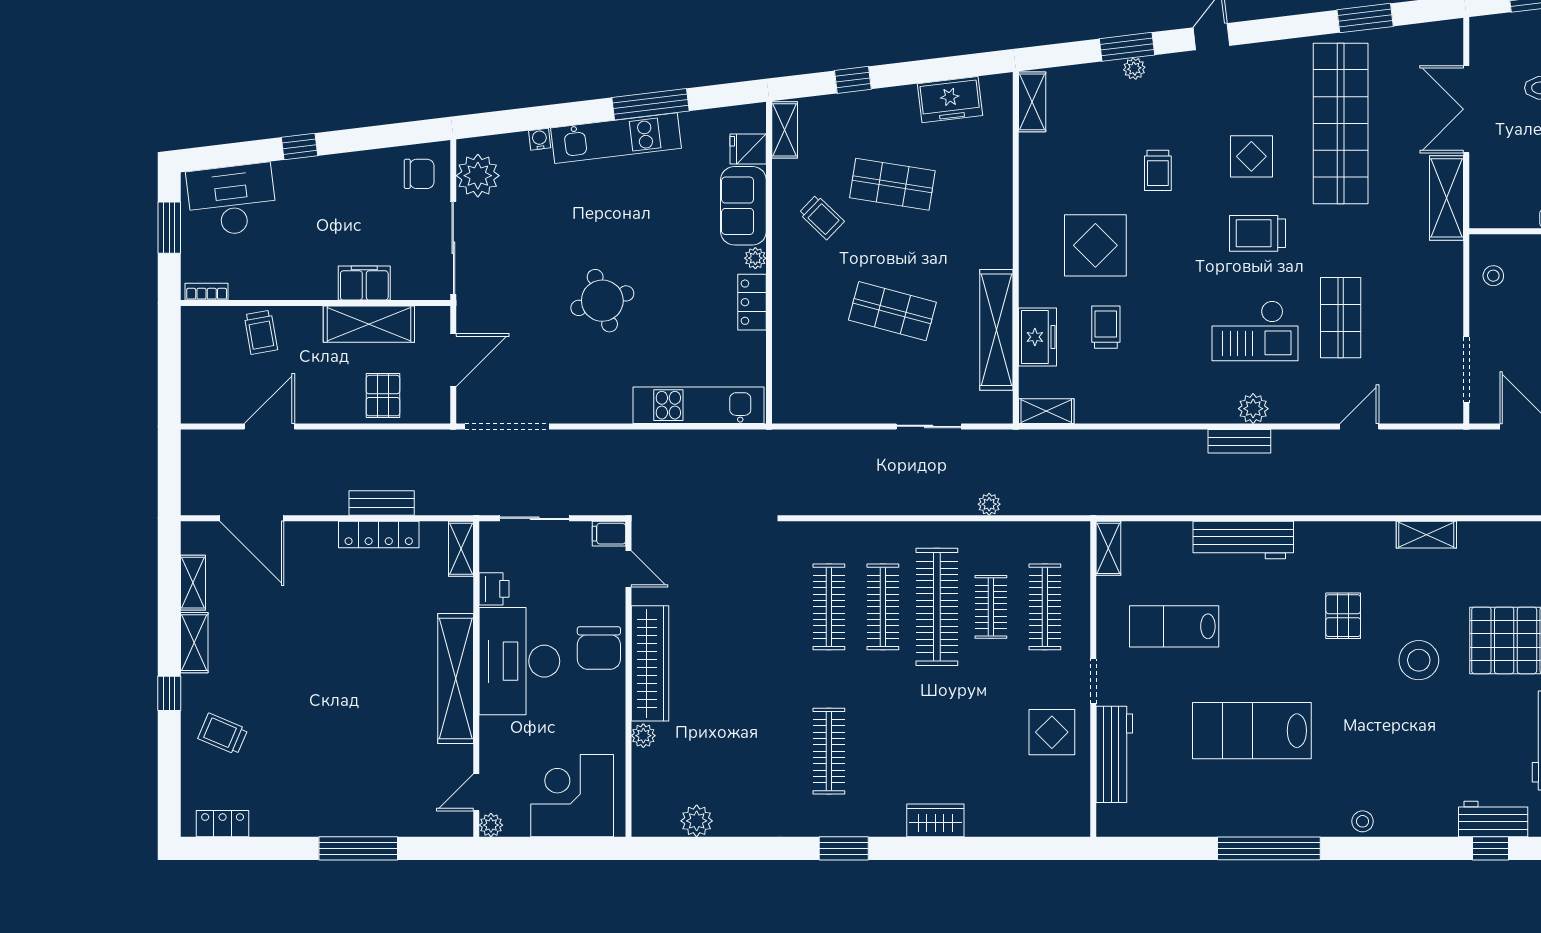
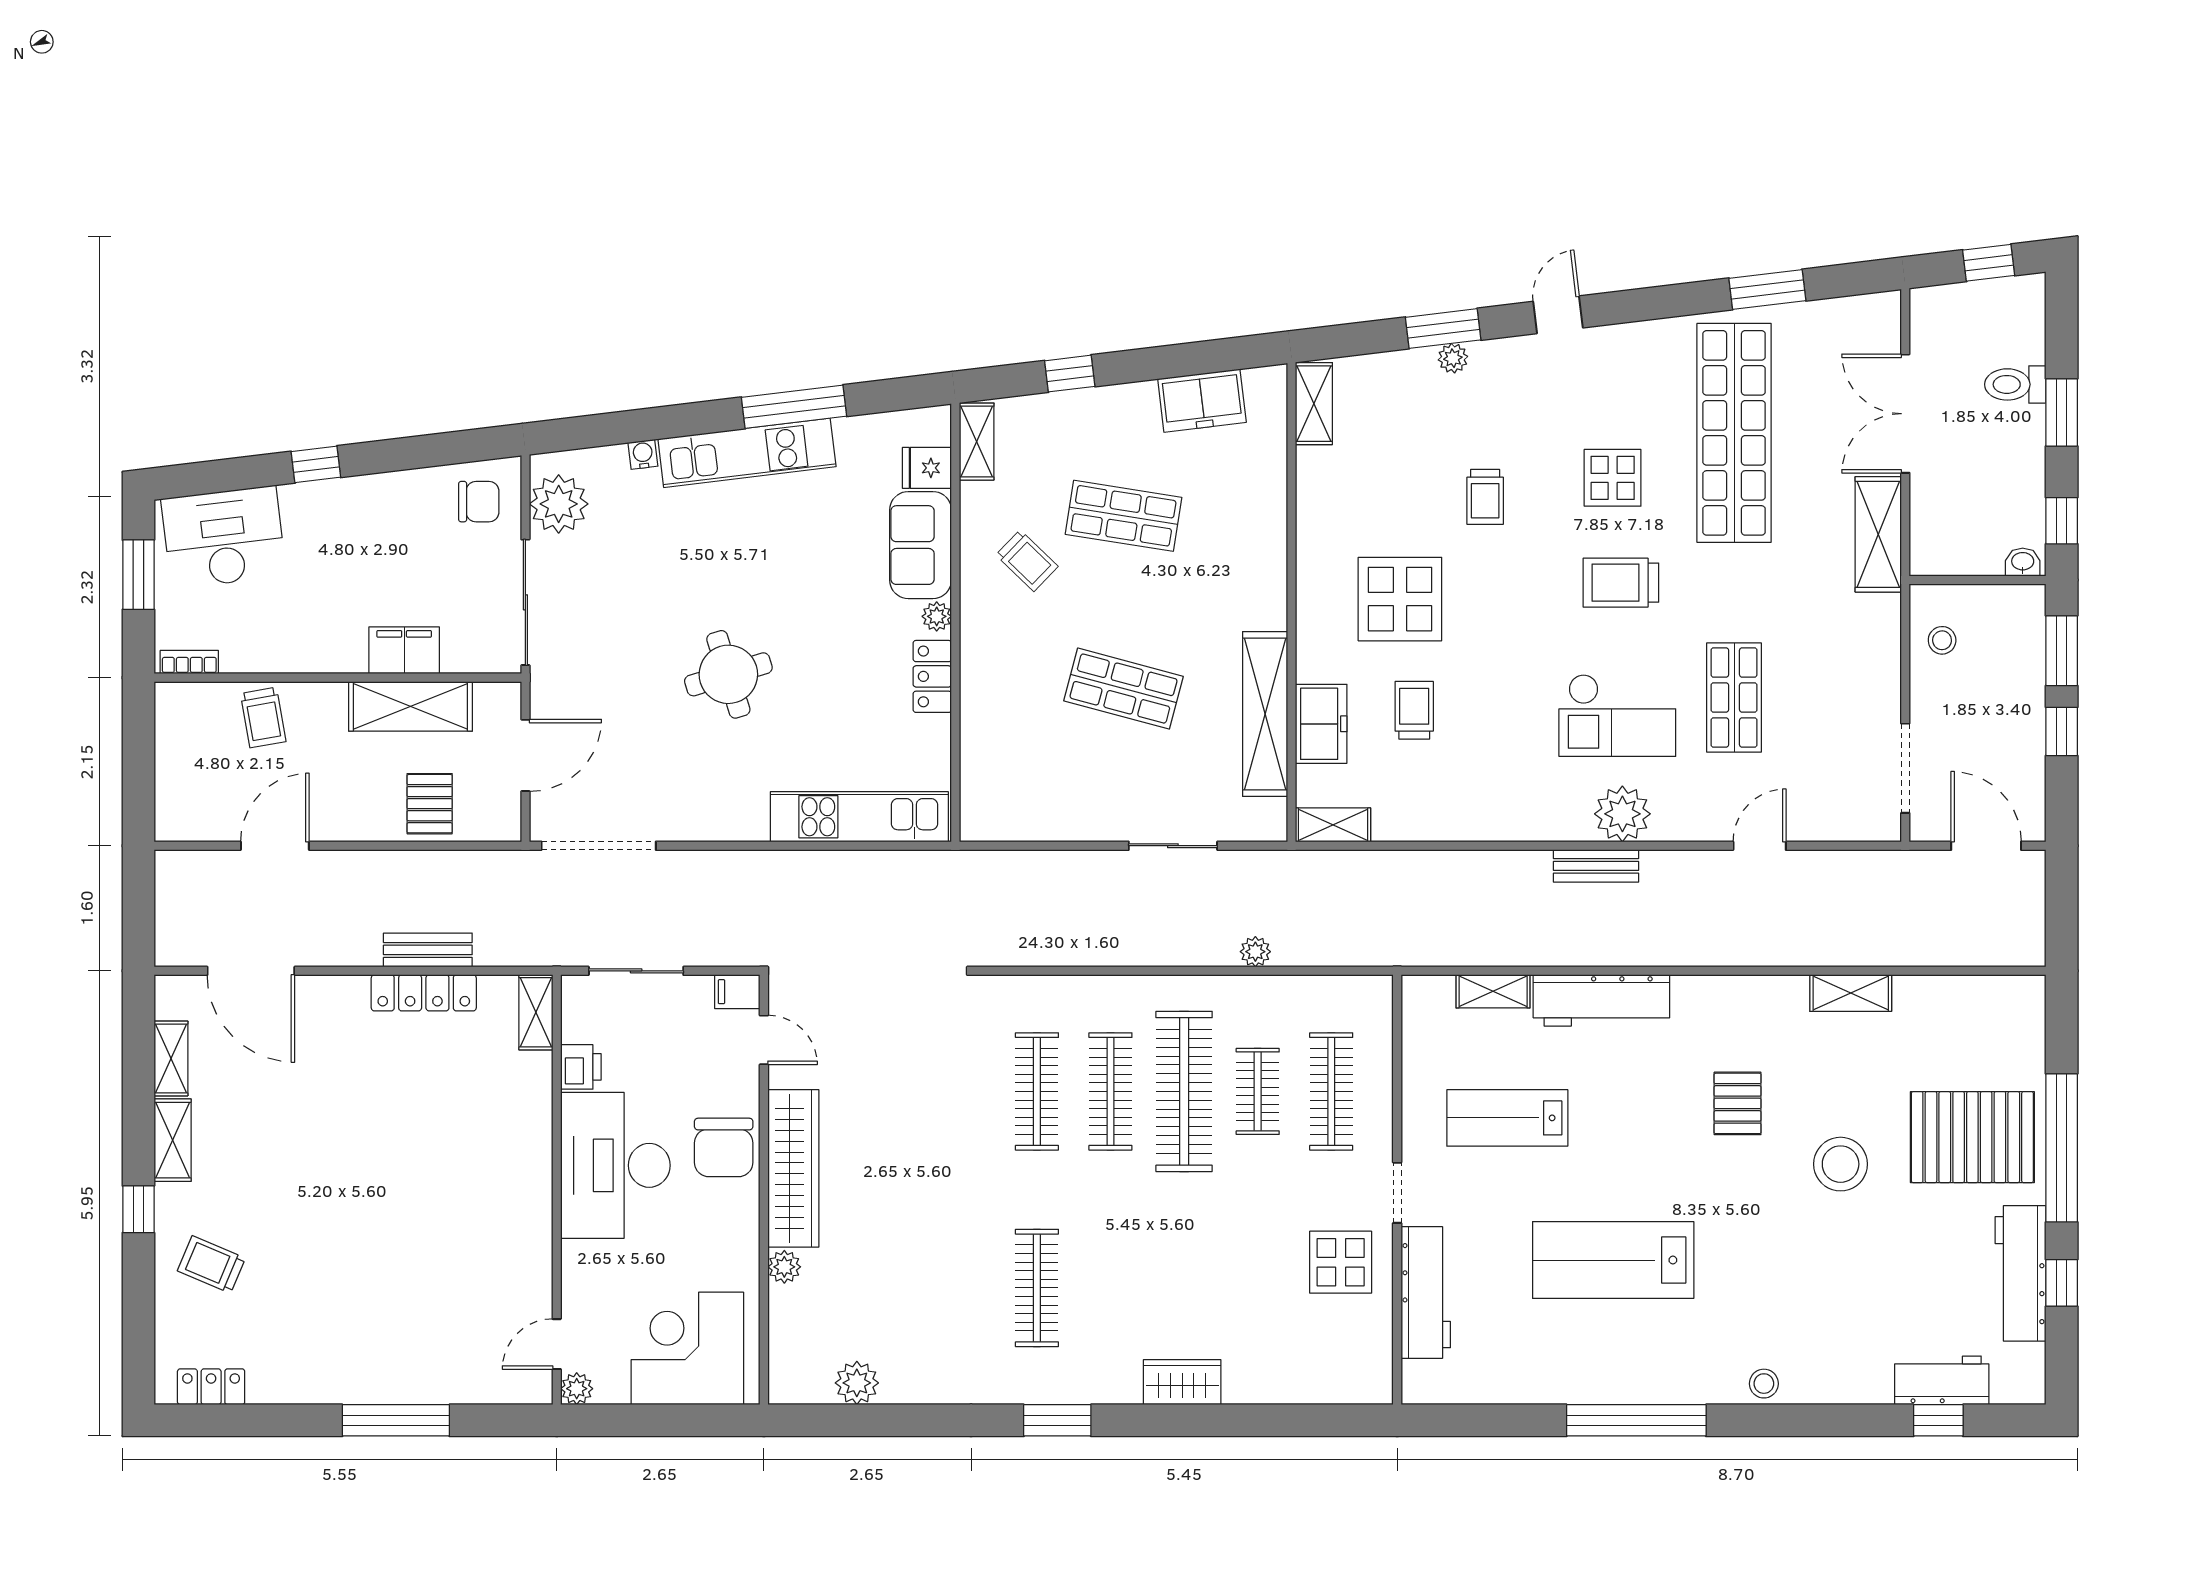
plant: (1253, 409) -> (1622, 814), width x1.36, depth x1.36
shelving: (1108, 548) -> (1493, 991), moved, turned 90
shelving: (456, 678) -> (529, 1189), removed

